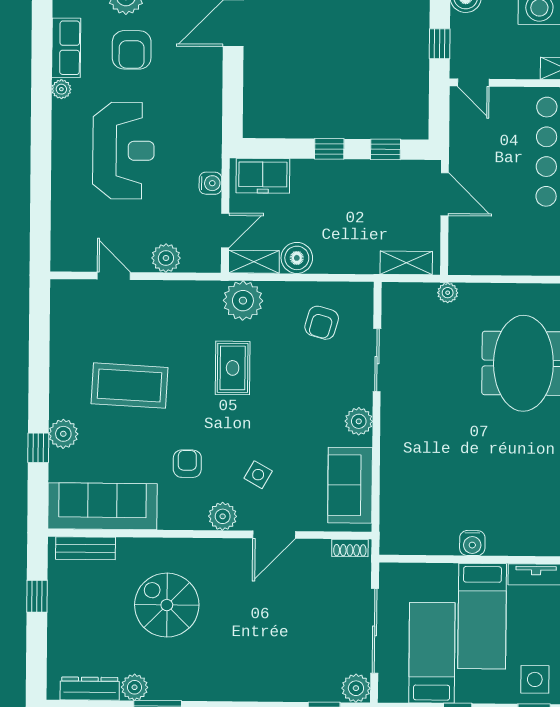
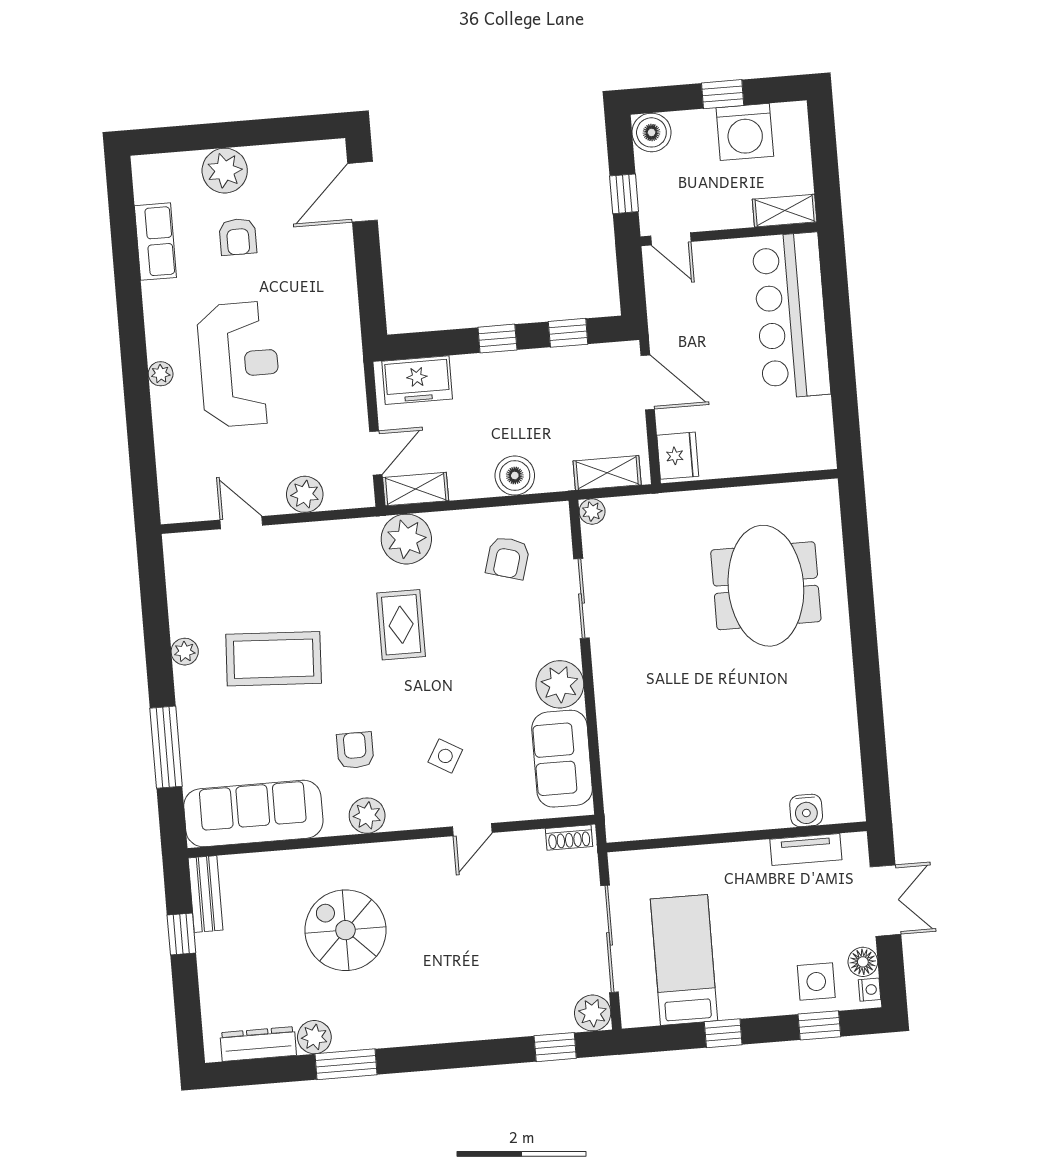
armchair: (132, 50) -> (238, 237), width x0.72, depth x0.72
plant: (61, 89) -> (161, 374), moved
water cooler: (210, 183) -> (352, 395), removed
fridge: (463, 254) -> (678, 456), added
boiler: (297, 258) -> (515, 476), moved
plant: (448, 293) -> (592, 512), moved
plant: (359, 421) -> (560, 684), width x1.36, depth x1.36
plant: (63, 434) -> (185, 652), moved, width x0.73, depth x0.73
window: (38, 448) -> (166, 747), width x2.17
plant: (223, 516) -> (367, 816), moved
door: (274, 535) -> (472, 830), width x0.73
water cooler: (472, 543) -> (806, 810), moved
bench: (85, 548) -> (205, 894), moved, turned 90
bed: (482, 616) -> (743, 908), removed

